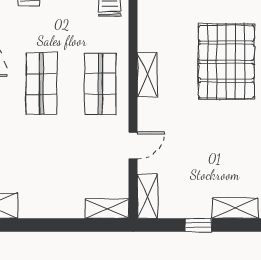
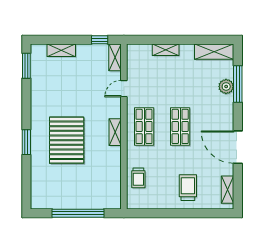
shelving: (107, 209) -> (166, 50), moved
window: (198, 225) -> (100, 40), moved

